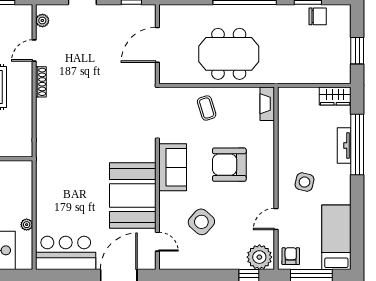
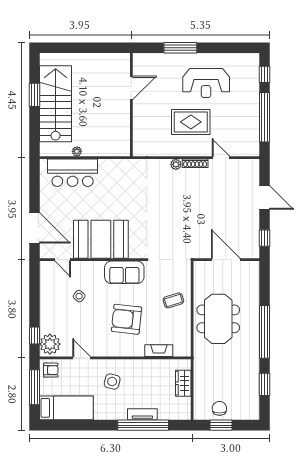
chair: (318, 16) -> (219, 408), moved, turned 180
plant: (42, 20) -> (176, 164), moved
wardrobe: (335, 96) -> (183, 383), moved
fireplace: (267, 104) -> (159, 351), moved
armchair: (229, 165) -> (127, 319), turned -84
side table: (201, 222) -> (79, 296), width x0.54, depth x0.54
door: (157, 242) -> (63, 260), hinge flipped
bar counter: (66, 253) -> (73, 173), moved, turned 90

